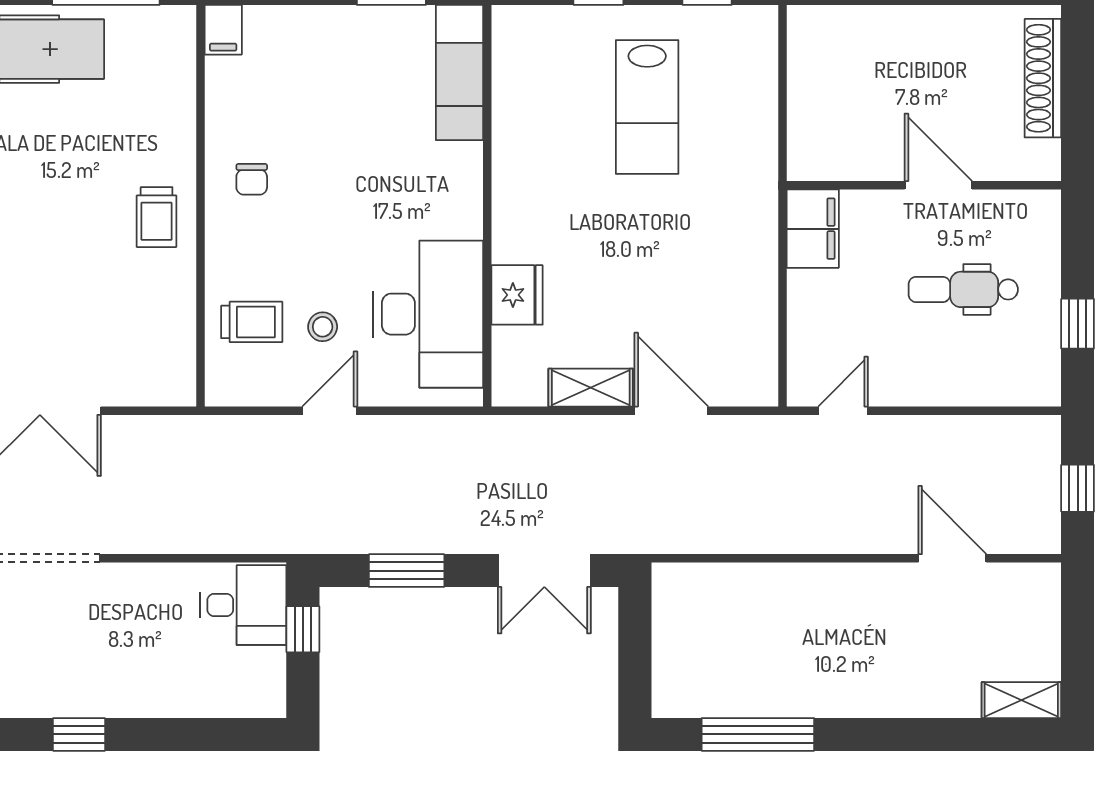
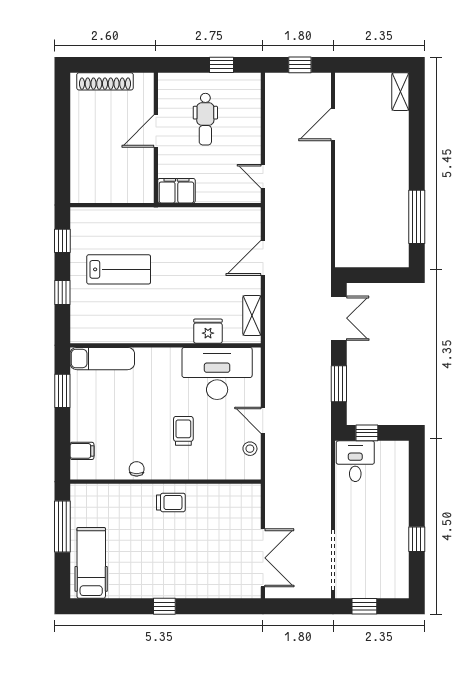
filing cabinet: (223, 30) -> (82, 451), moved
chair: (252, 179) -> (137, 469), moved, turned -90
trolley: (252, 322) -> (183, 431), moved
stool: (323, 327) -> (250, 449), moved
shelving: (591, 388) -> (252, 315), moved

